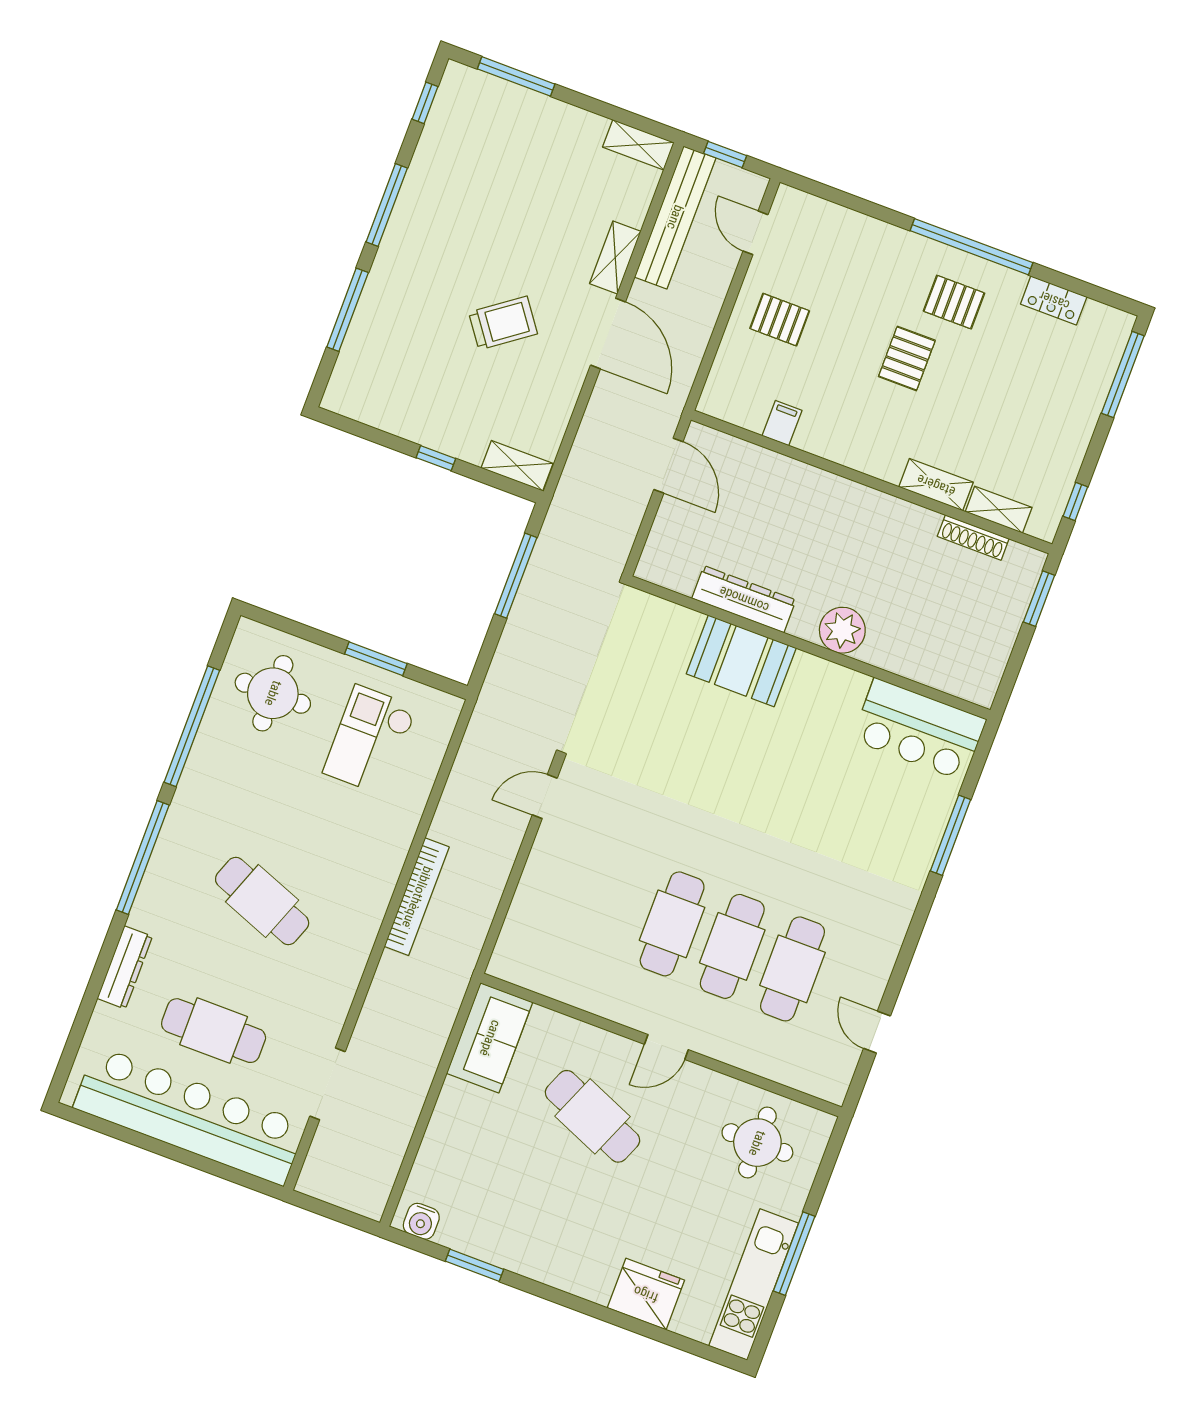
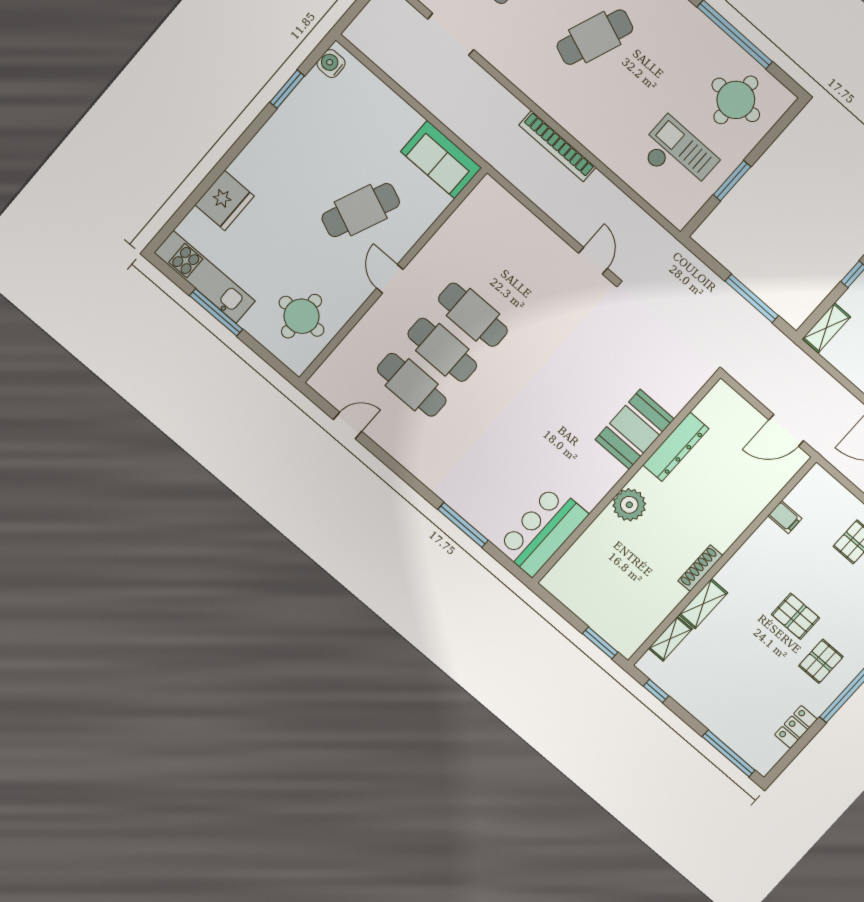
shoe rack: (973, 538) -> (700, 568), moved

